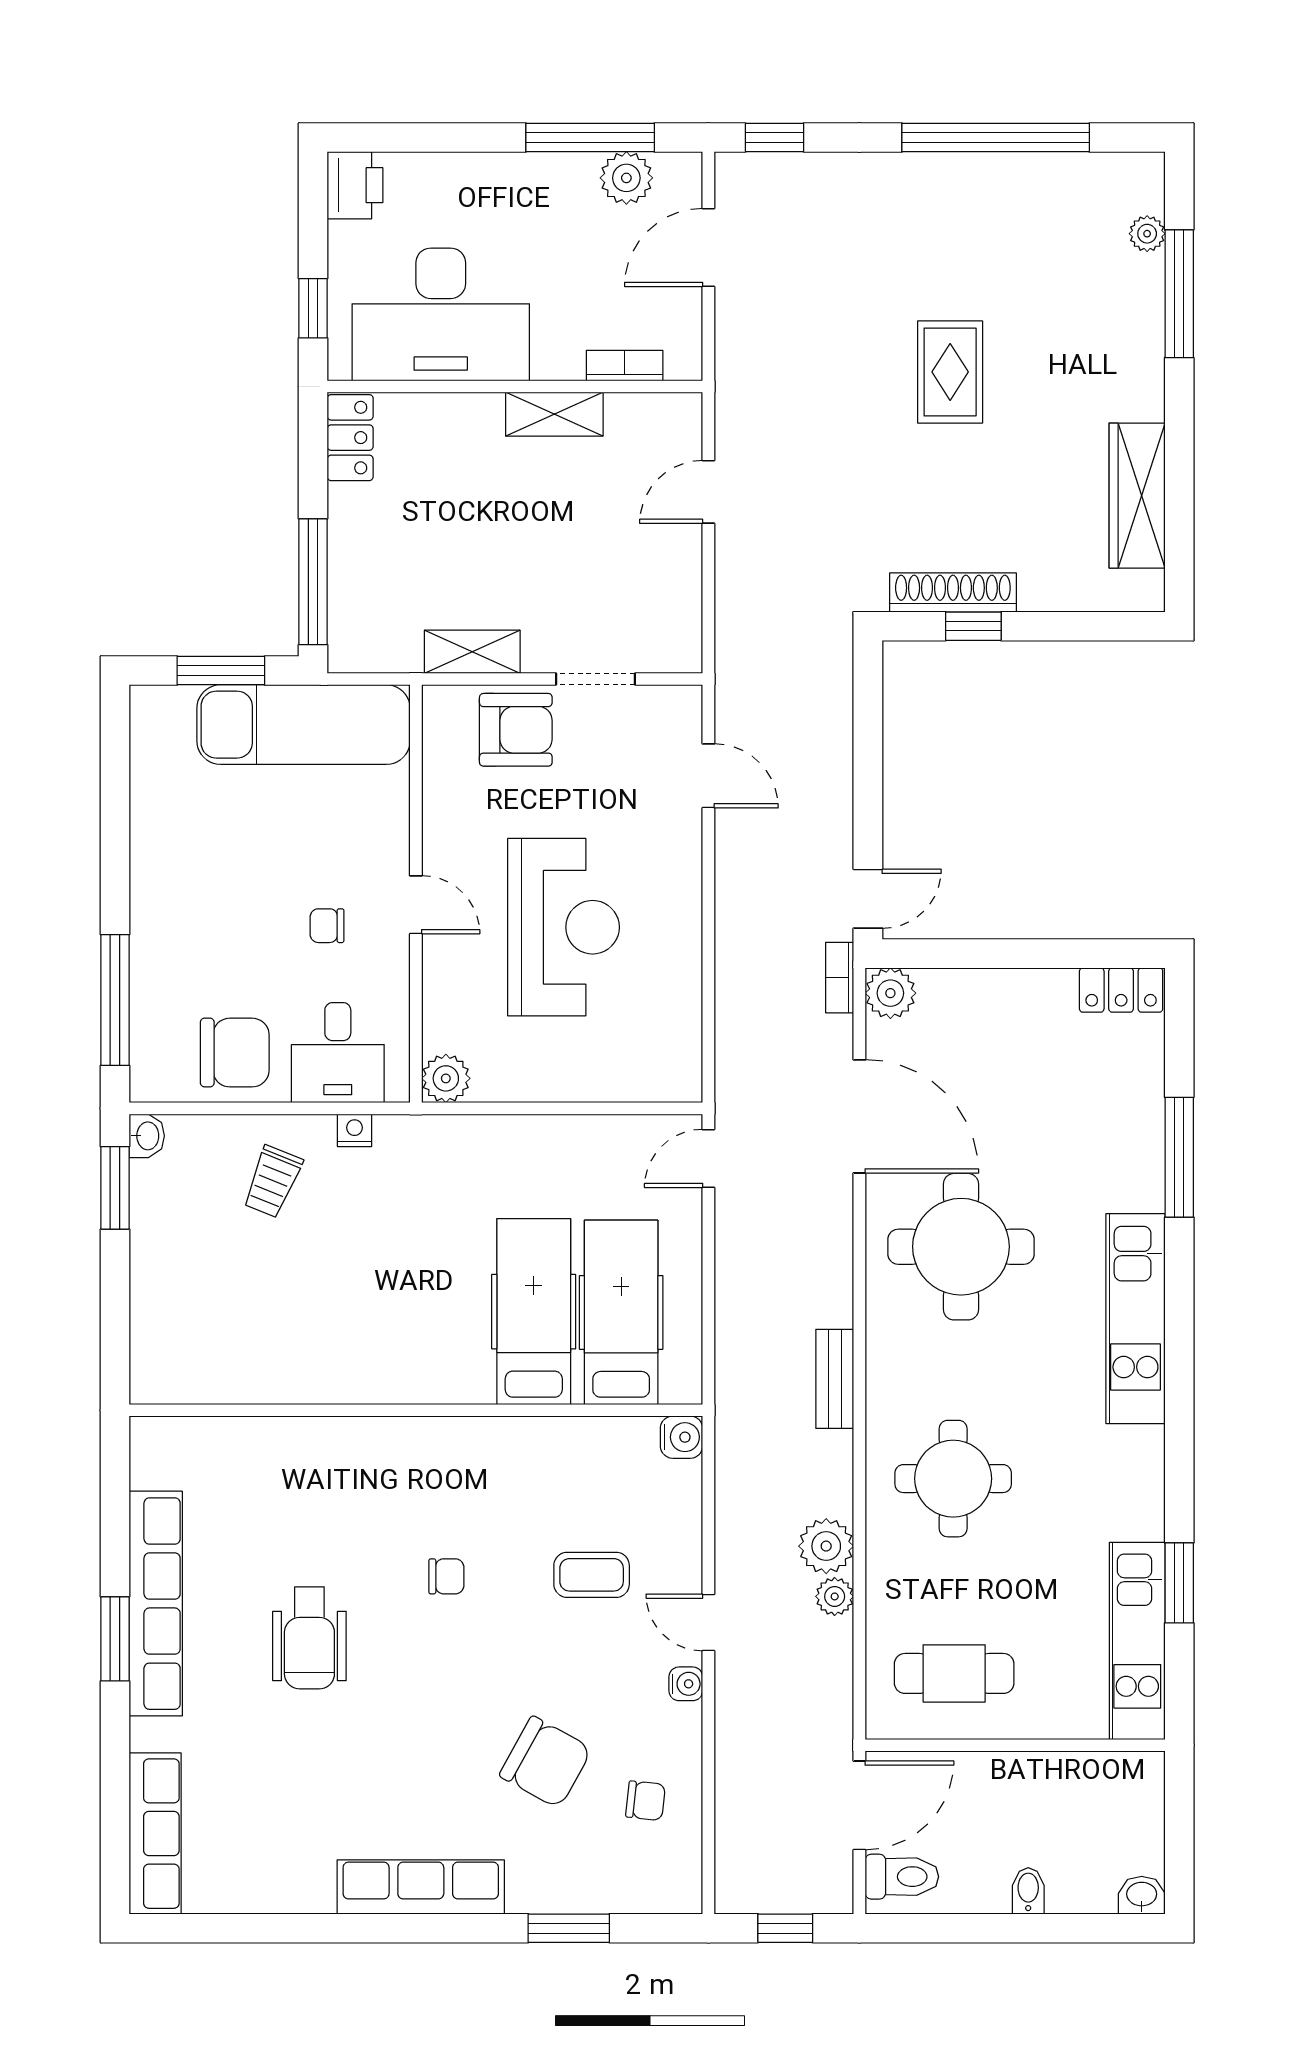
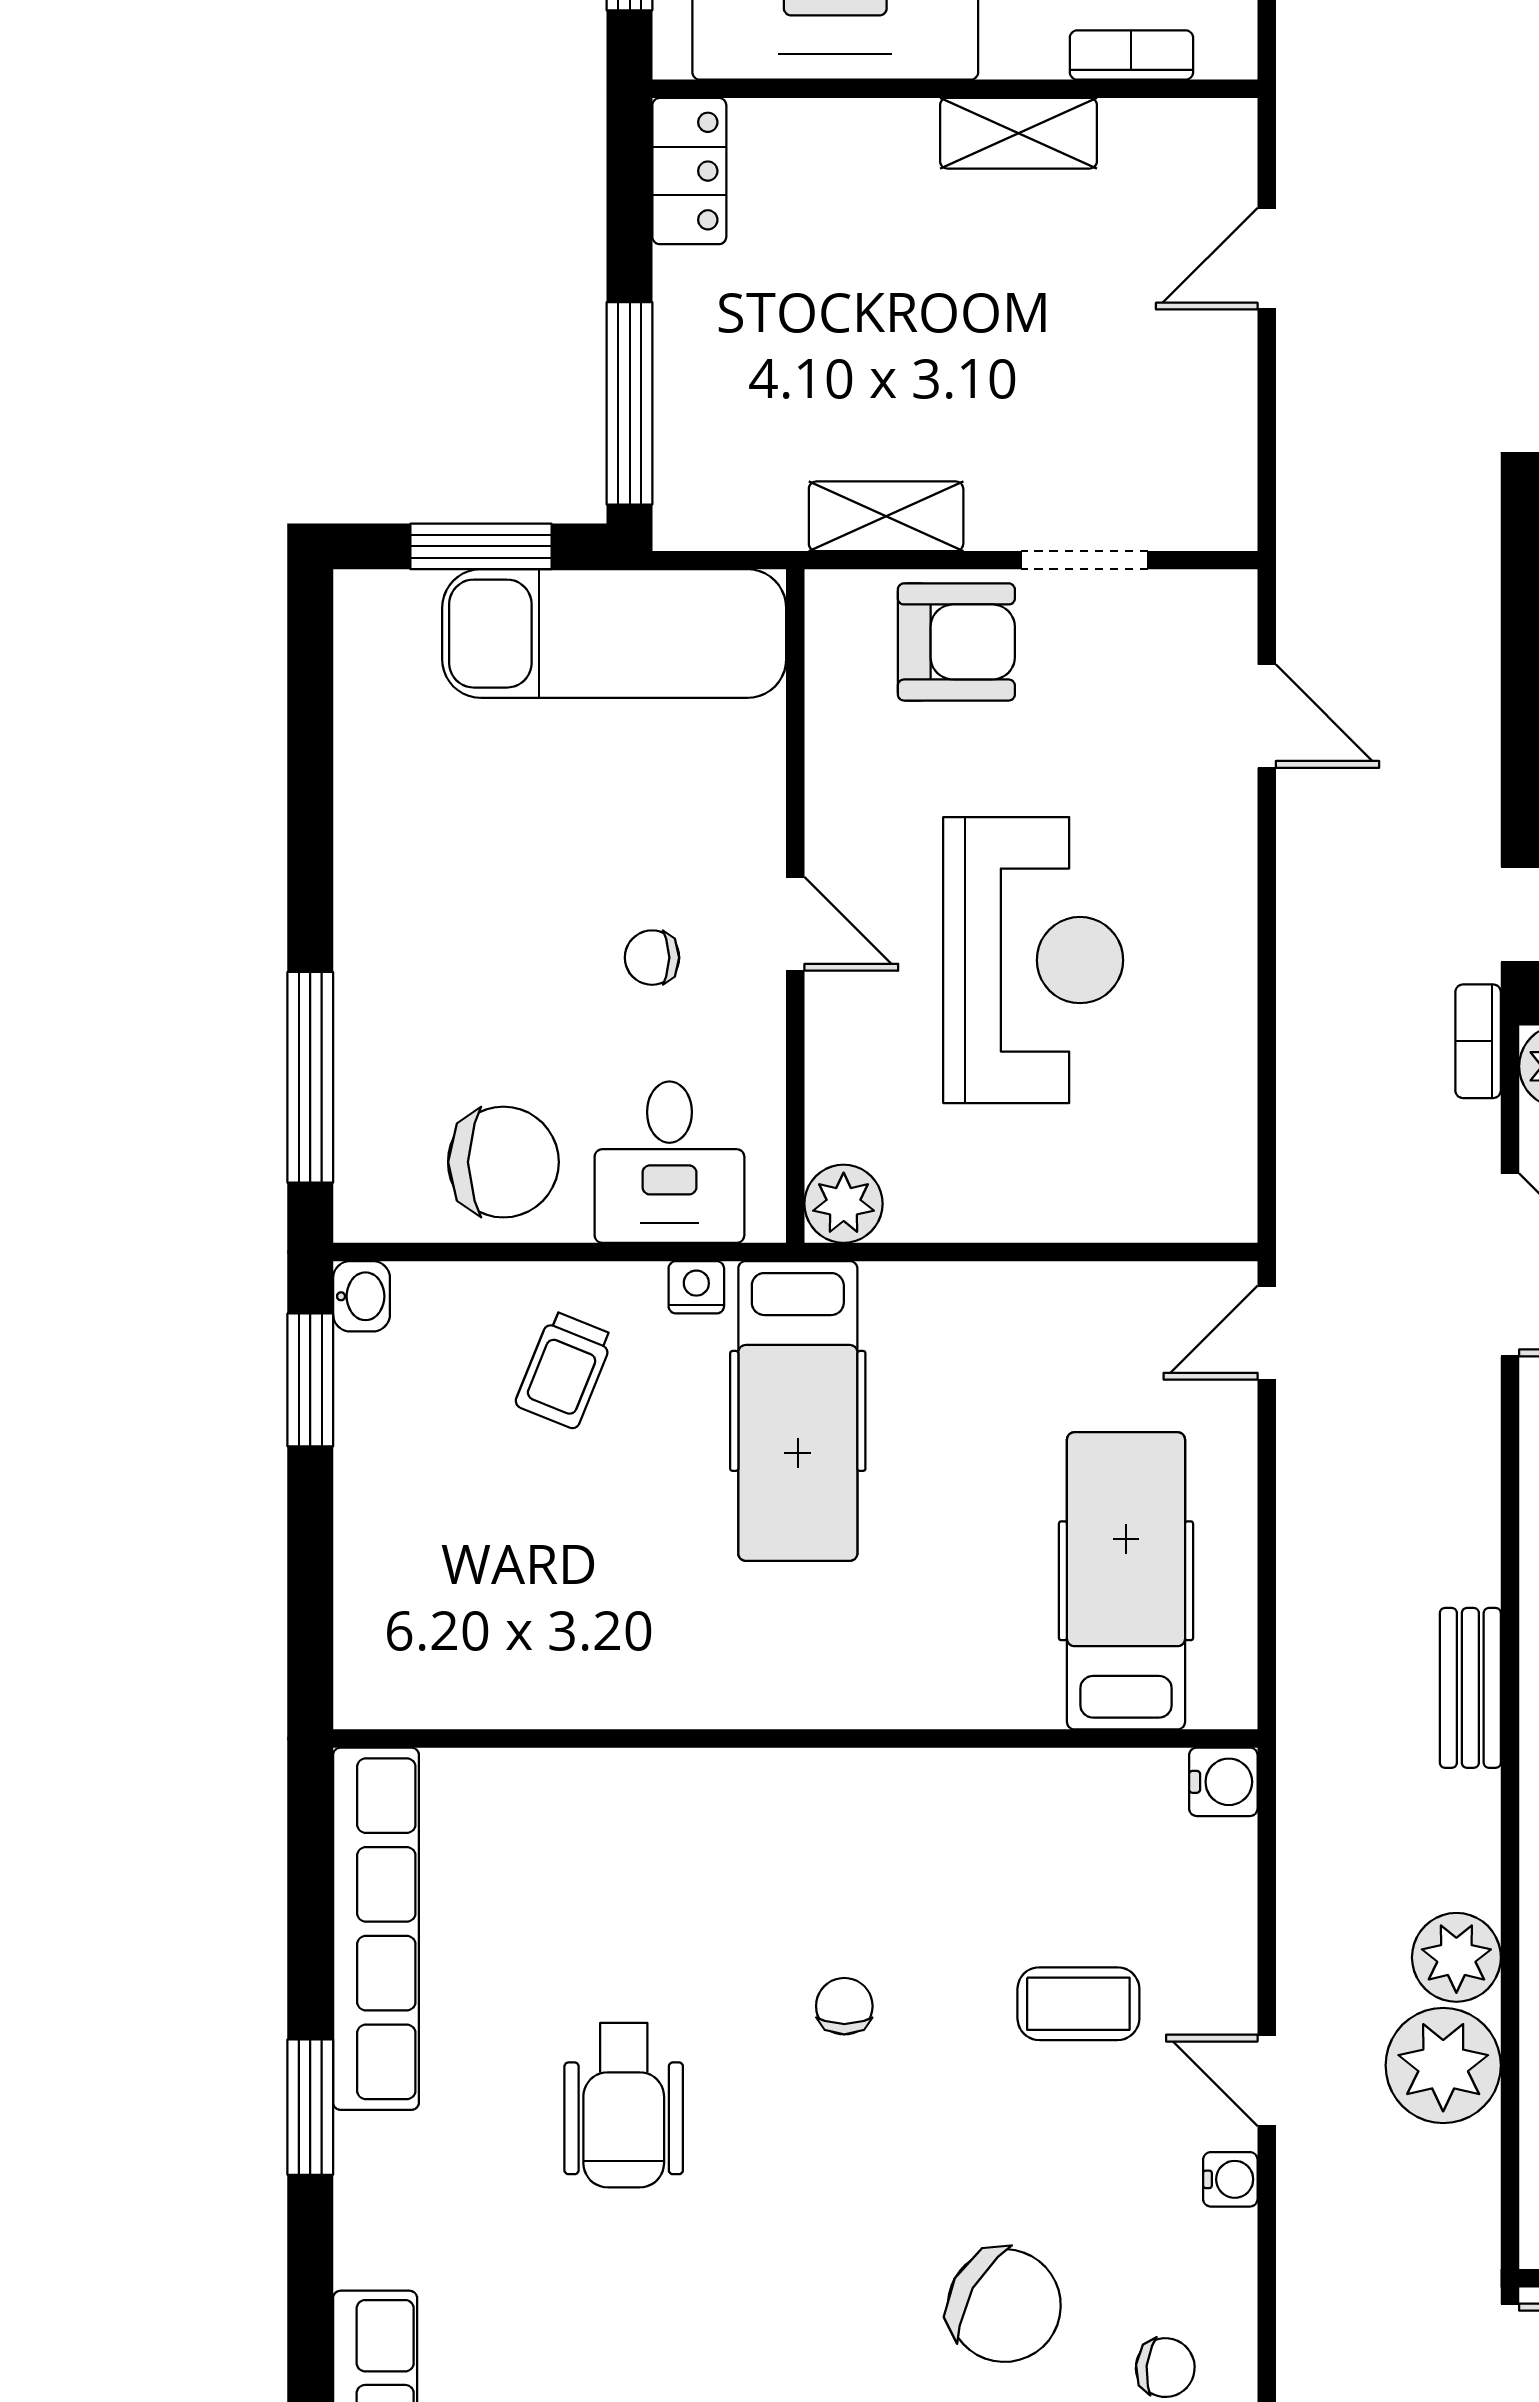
hospital bed: (534, 1312) -> (798, 1411), moved, turned 180
chair: (446, 1576) -> (844, 2006), turned -90
plant: (835, 1596) -> (1443, 2065), width x1.87, depth x1.87
row of seats: (156, 1604) -> (376, 1929), moved

